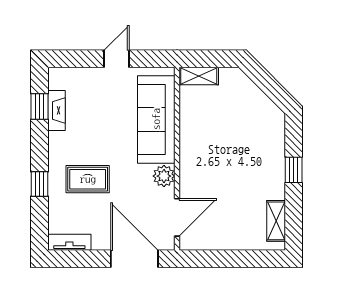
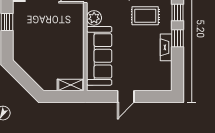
window: (39, 106) -> (178, 38), moved
fireplace: (56, 110) -> (166, 47), moved

